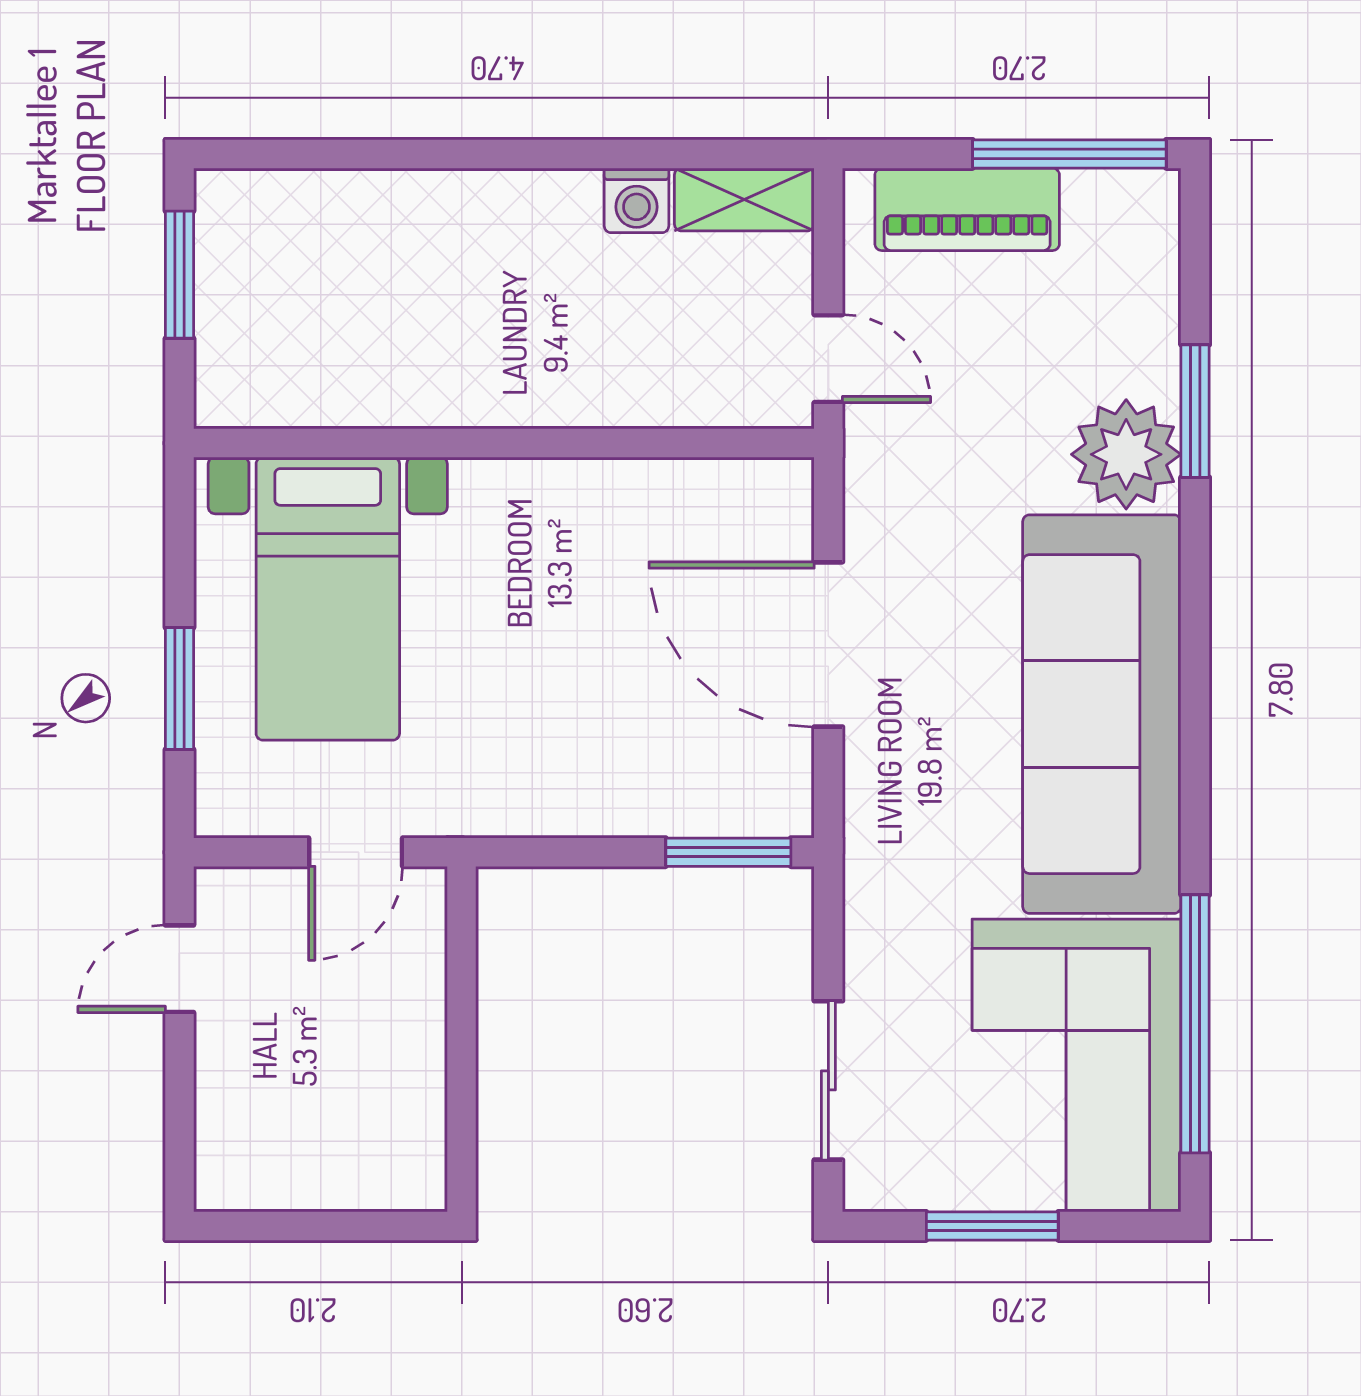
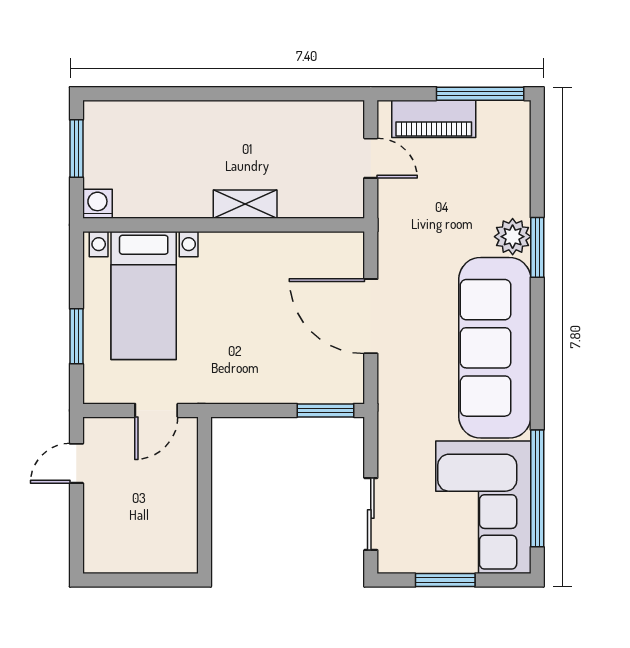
shelving: (744, 199) -> (245, 204), moved
washing machine: (637, 200) -> (97, 204), moved, turned 180
door: (828, 359) -> (371, 158), moved
window: (1195, 411) -> (537, 247), moved
plant: (1126, 454) -> (513, 237), width x0.73, depth x0.73

